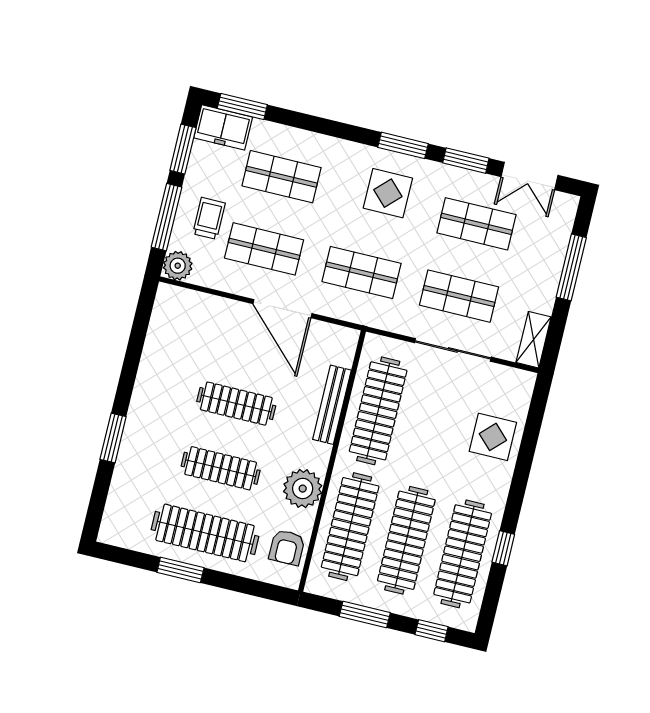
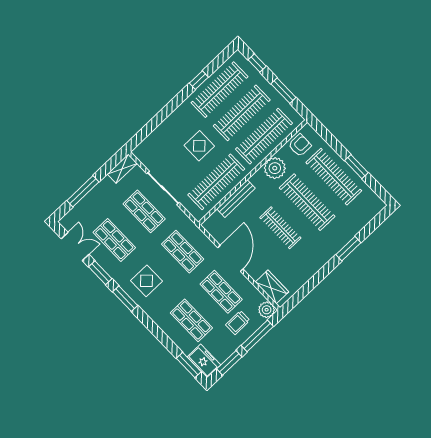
wardrobe: (192, 306) -> (272, 287), added
display table: (493, 437) -> (199, 146), moved
clothes rail: (221, 468) -> (307, 202), width x1.37, depth x1.31

